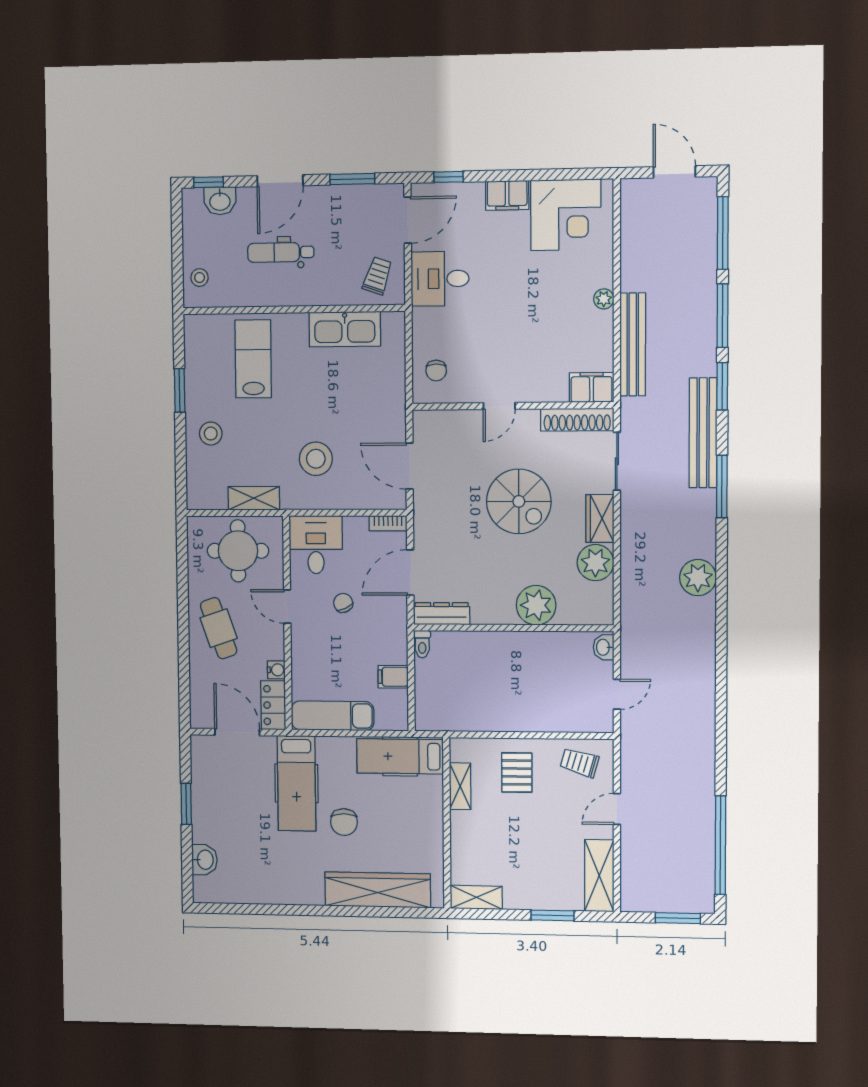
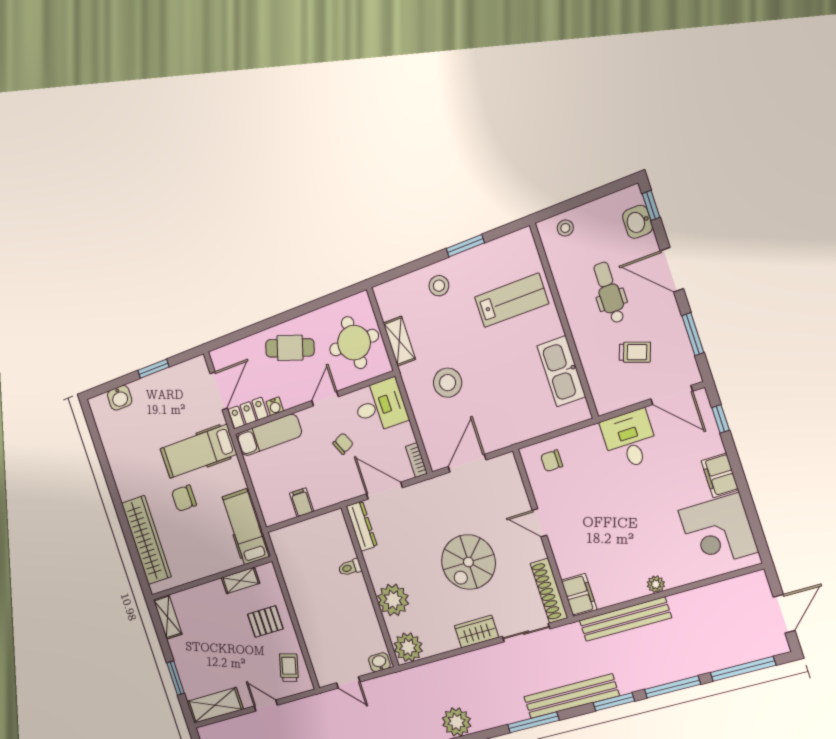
trolley: (377, 276) -> (635, 352), moved
plant: (595, 563) -> (408, 647), moved
cafe table: (219, 628) -> (290, 348), turned 37
toilet: (422, 644) -> (350, 568), moved
exam couch: (333, 716) -> (269, 435), moved, turned 90

